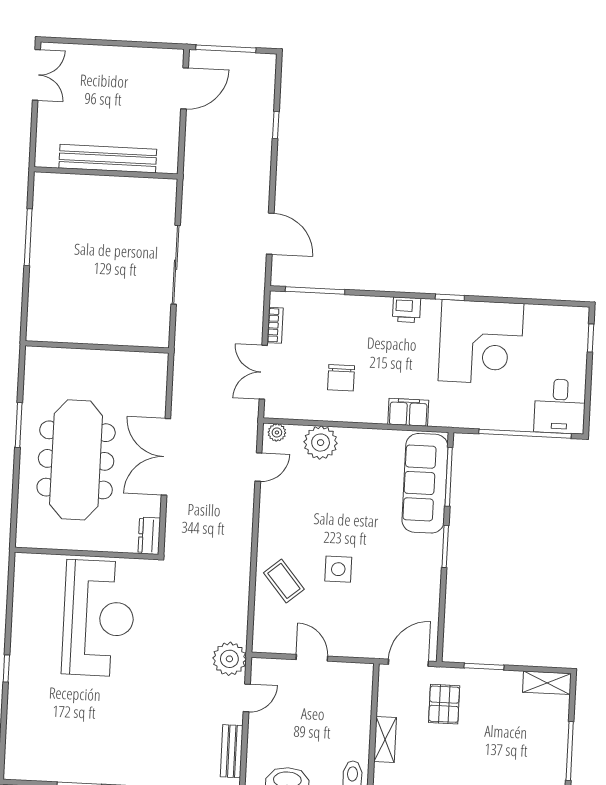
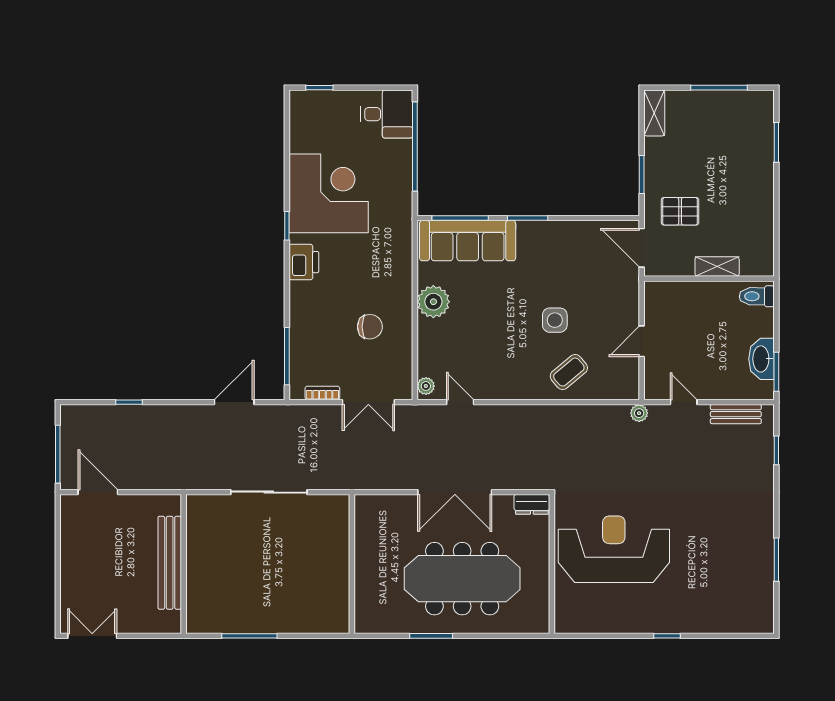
printer: (407, 310) -> (304, 262), width x1.36, depth x1.24
filing cabinet: (408, 412) -> (400, 260), removed
plant: (321, 443) -> (433, 302), moved
plant: (229, 659) -> (639, 413), width x0.53, depth x0.53

